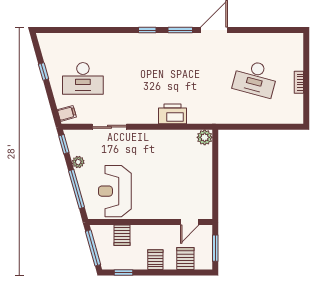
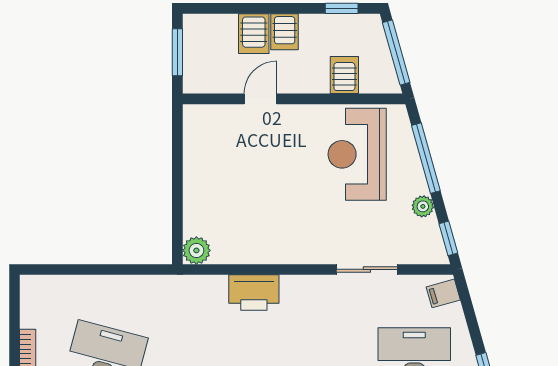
reception desk: (115, 191) -> (357, 154), turned 180
door: (190, 222) -> (261, 99), moved
server rack: (185, 258) -> (254, 34), moved

